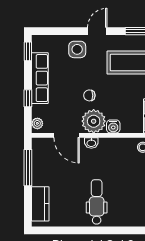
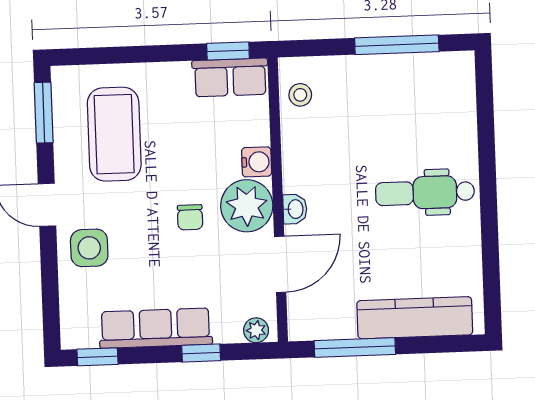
kitchen counter: (40, 204) -> (415, 318), width x1.50

